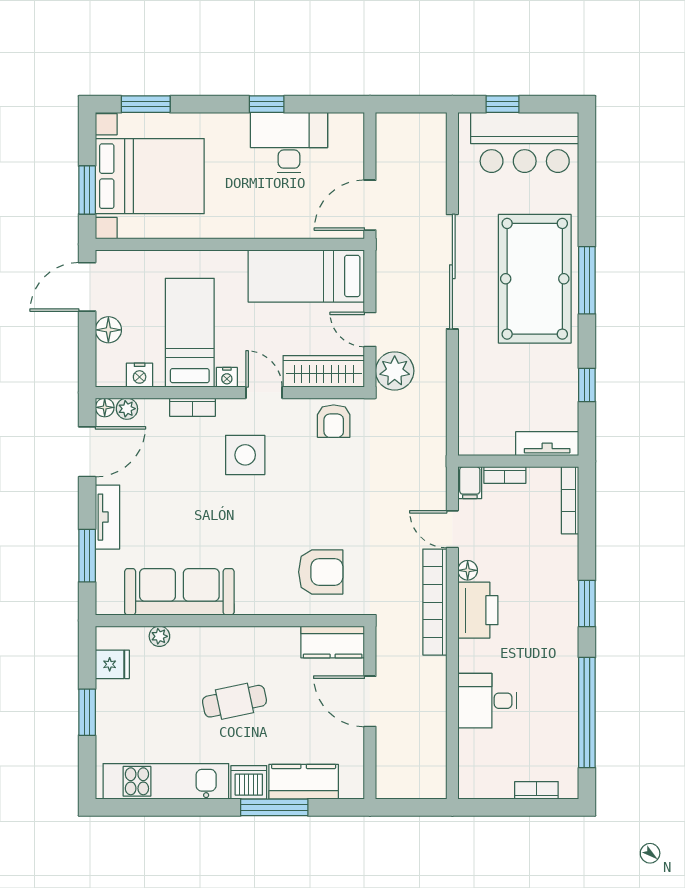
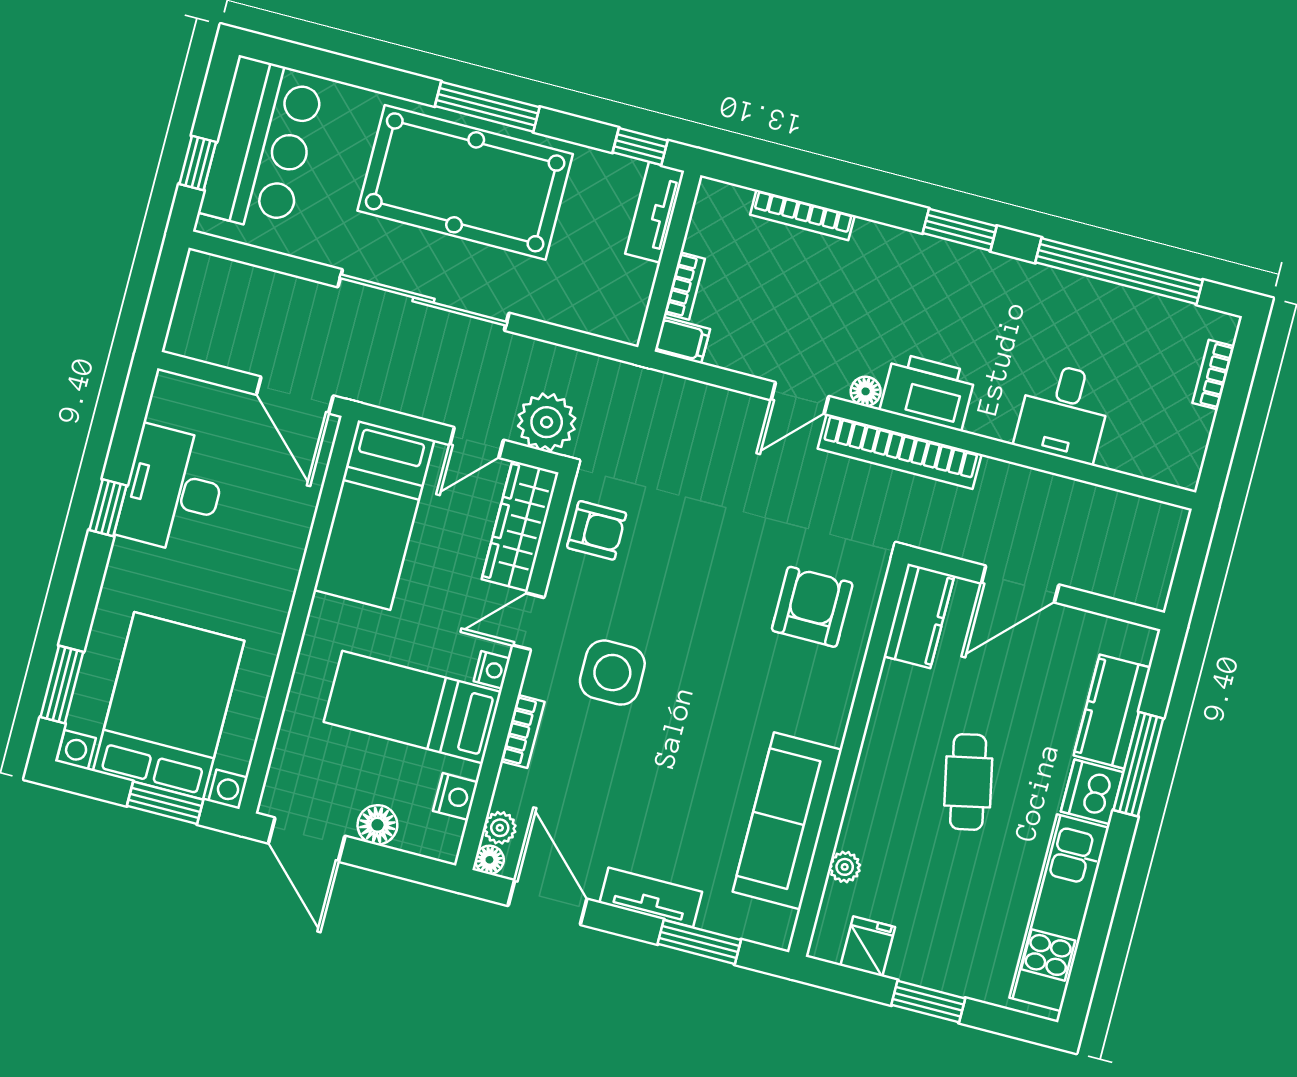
tv unit: (547, 444) -> (655, 212), moved
wall: (518, 461) -> (669, 261), moved
bookcase: (505, 475) -> (685, 286), moved
filing cabinet: (470, 483) -> (682, 340), moved

